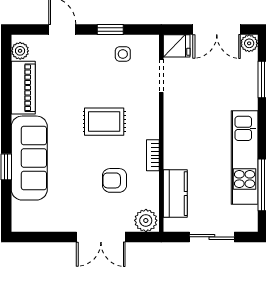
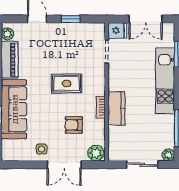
plant: (249, 43) -> (168, 155), moved
side table: (123, 54) -> (42, 149), moved
kitchen unit: (245, 157) -> (165, 81), moved
kitchen counter: (175, 194) -> (116, 108), moved

